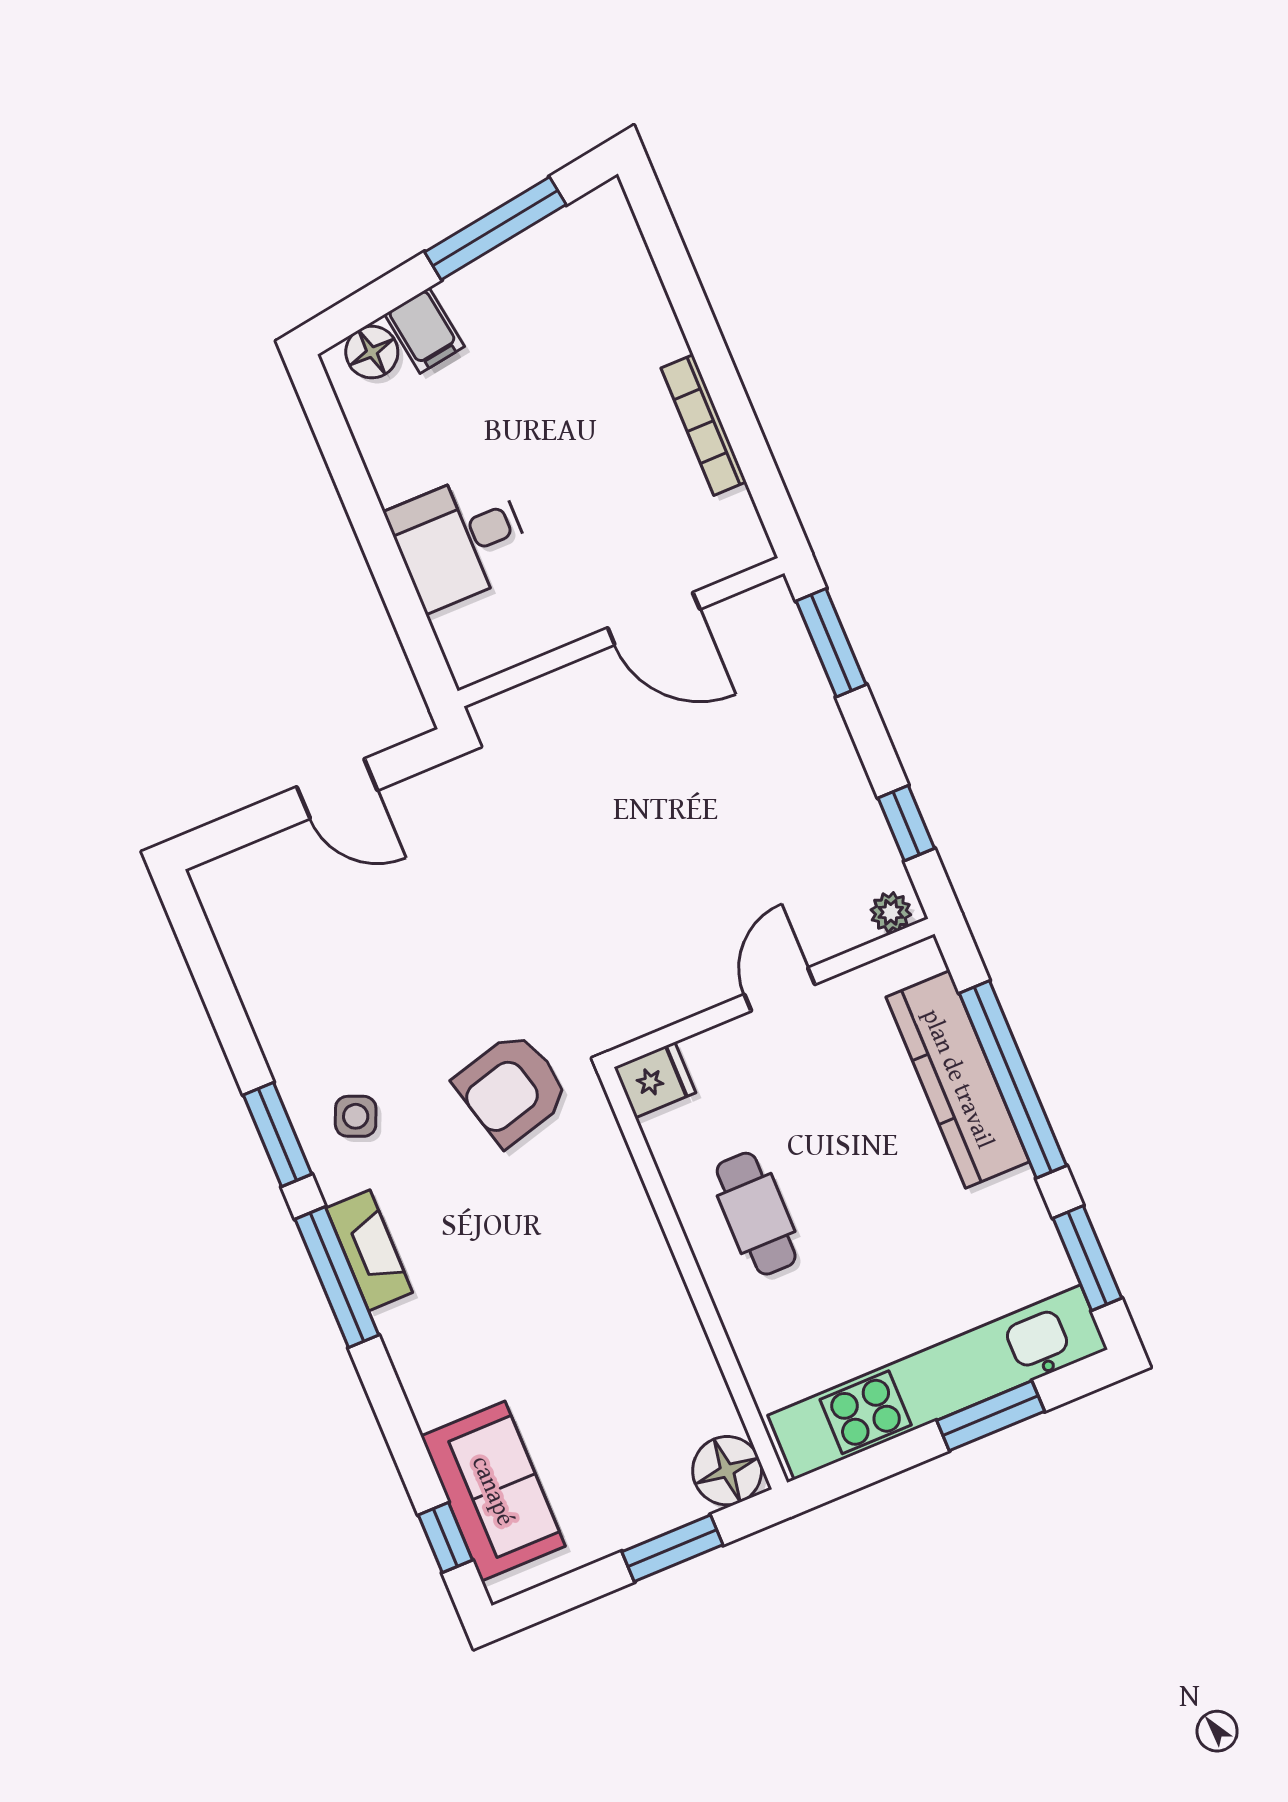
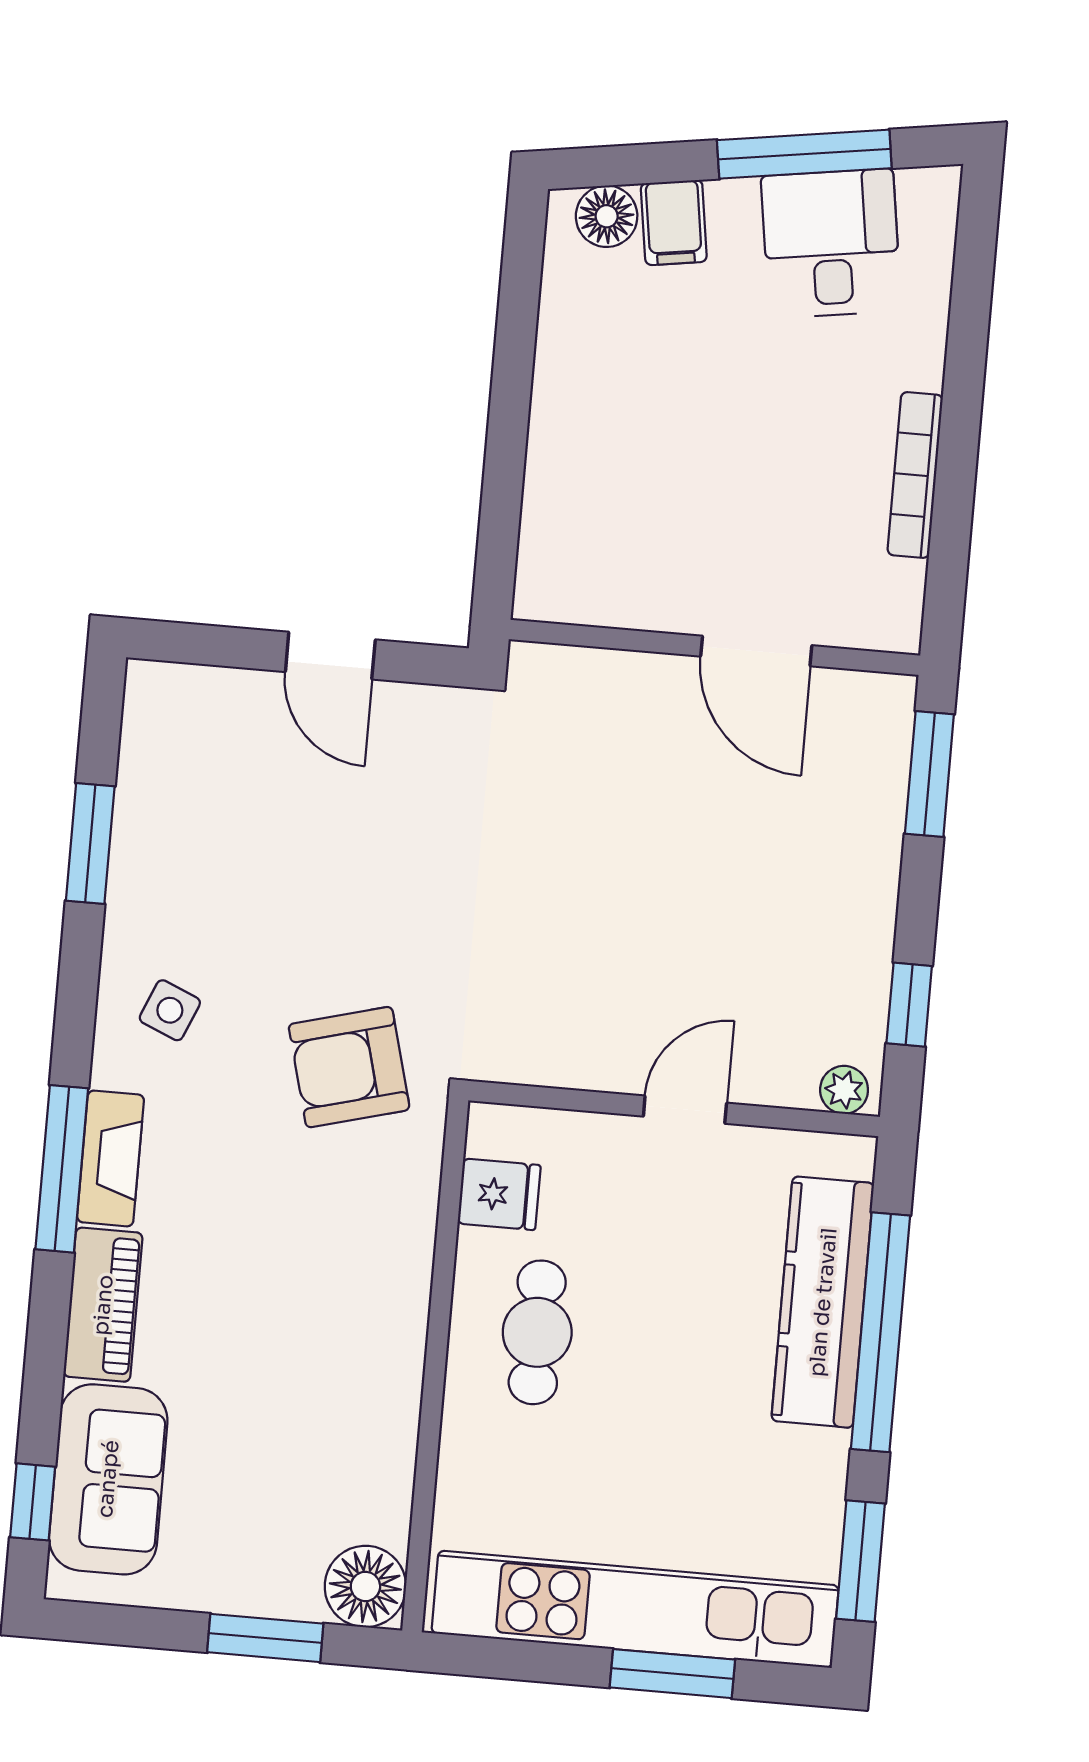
desk: (460, 540) -> (831, 243), moved, turned 82
fridge: (655, 1080) -> (499, 1194), moved
window: (278, 1135) -> (90, 844), moved
piano: (421, 1363) -> (103, 1305), added

